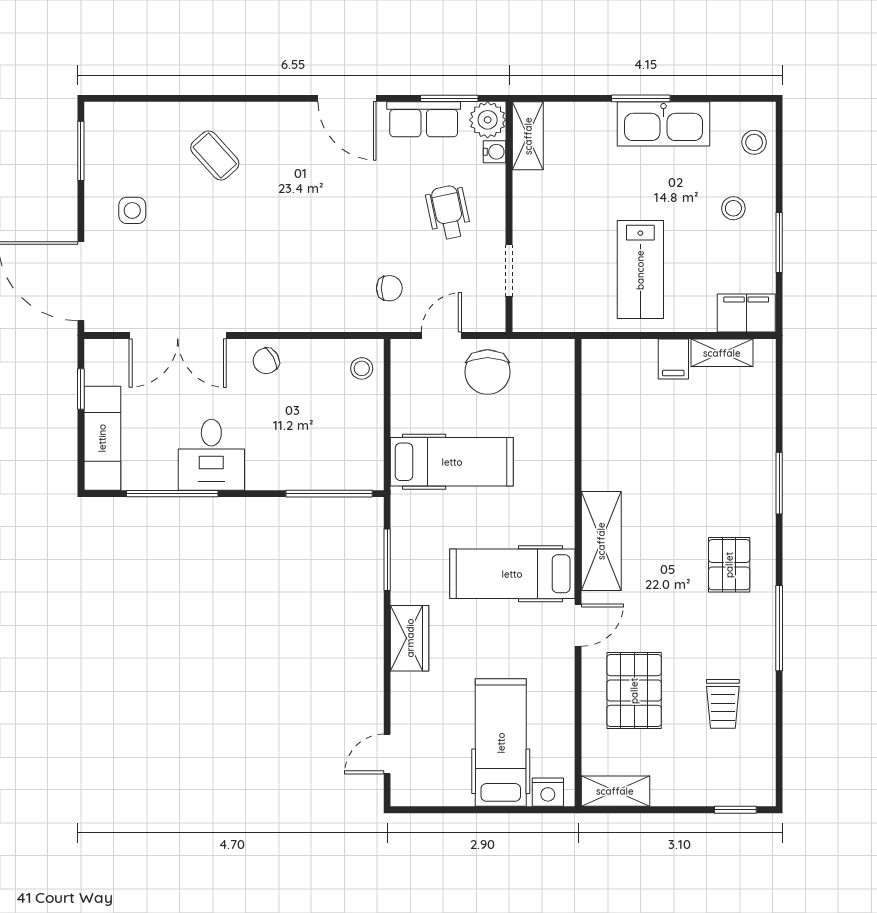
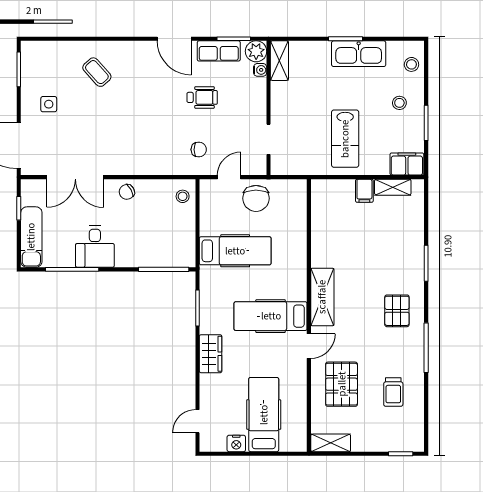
wheelchair: (448, 212) -> (202, 97), moved, turned 102
nightstand: (548, 792) -> (236, 443), moved

